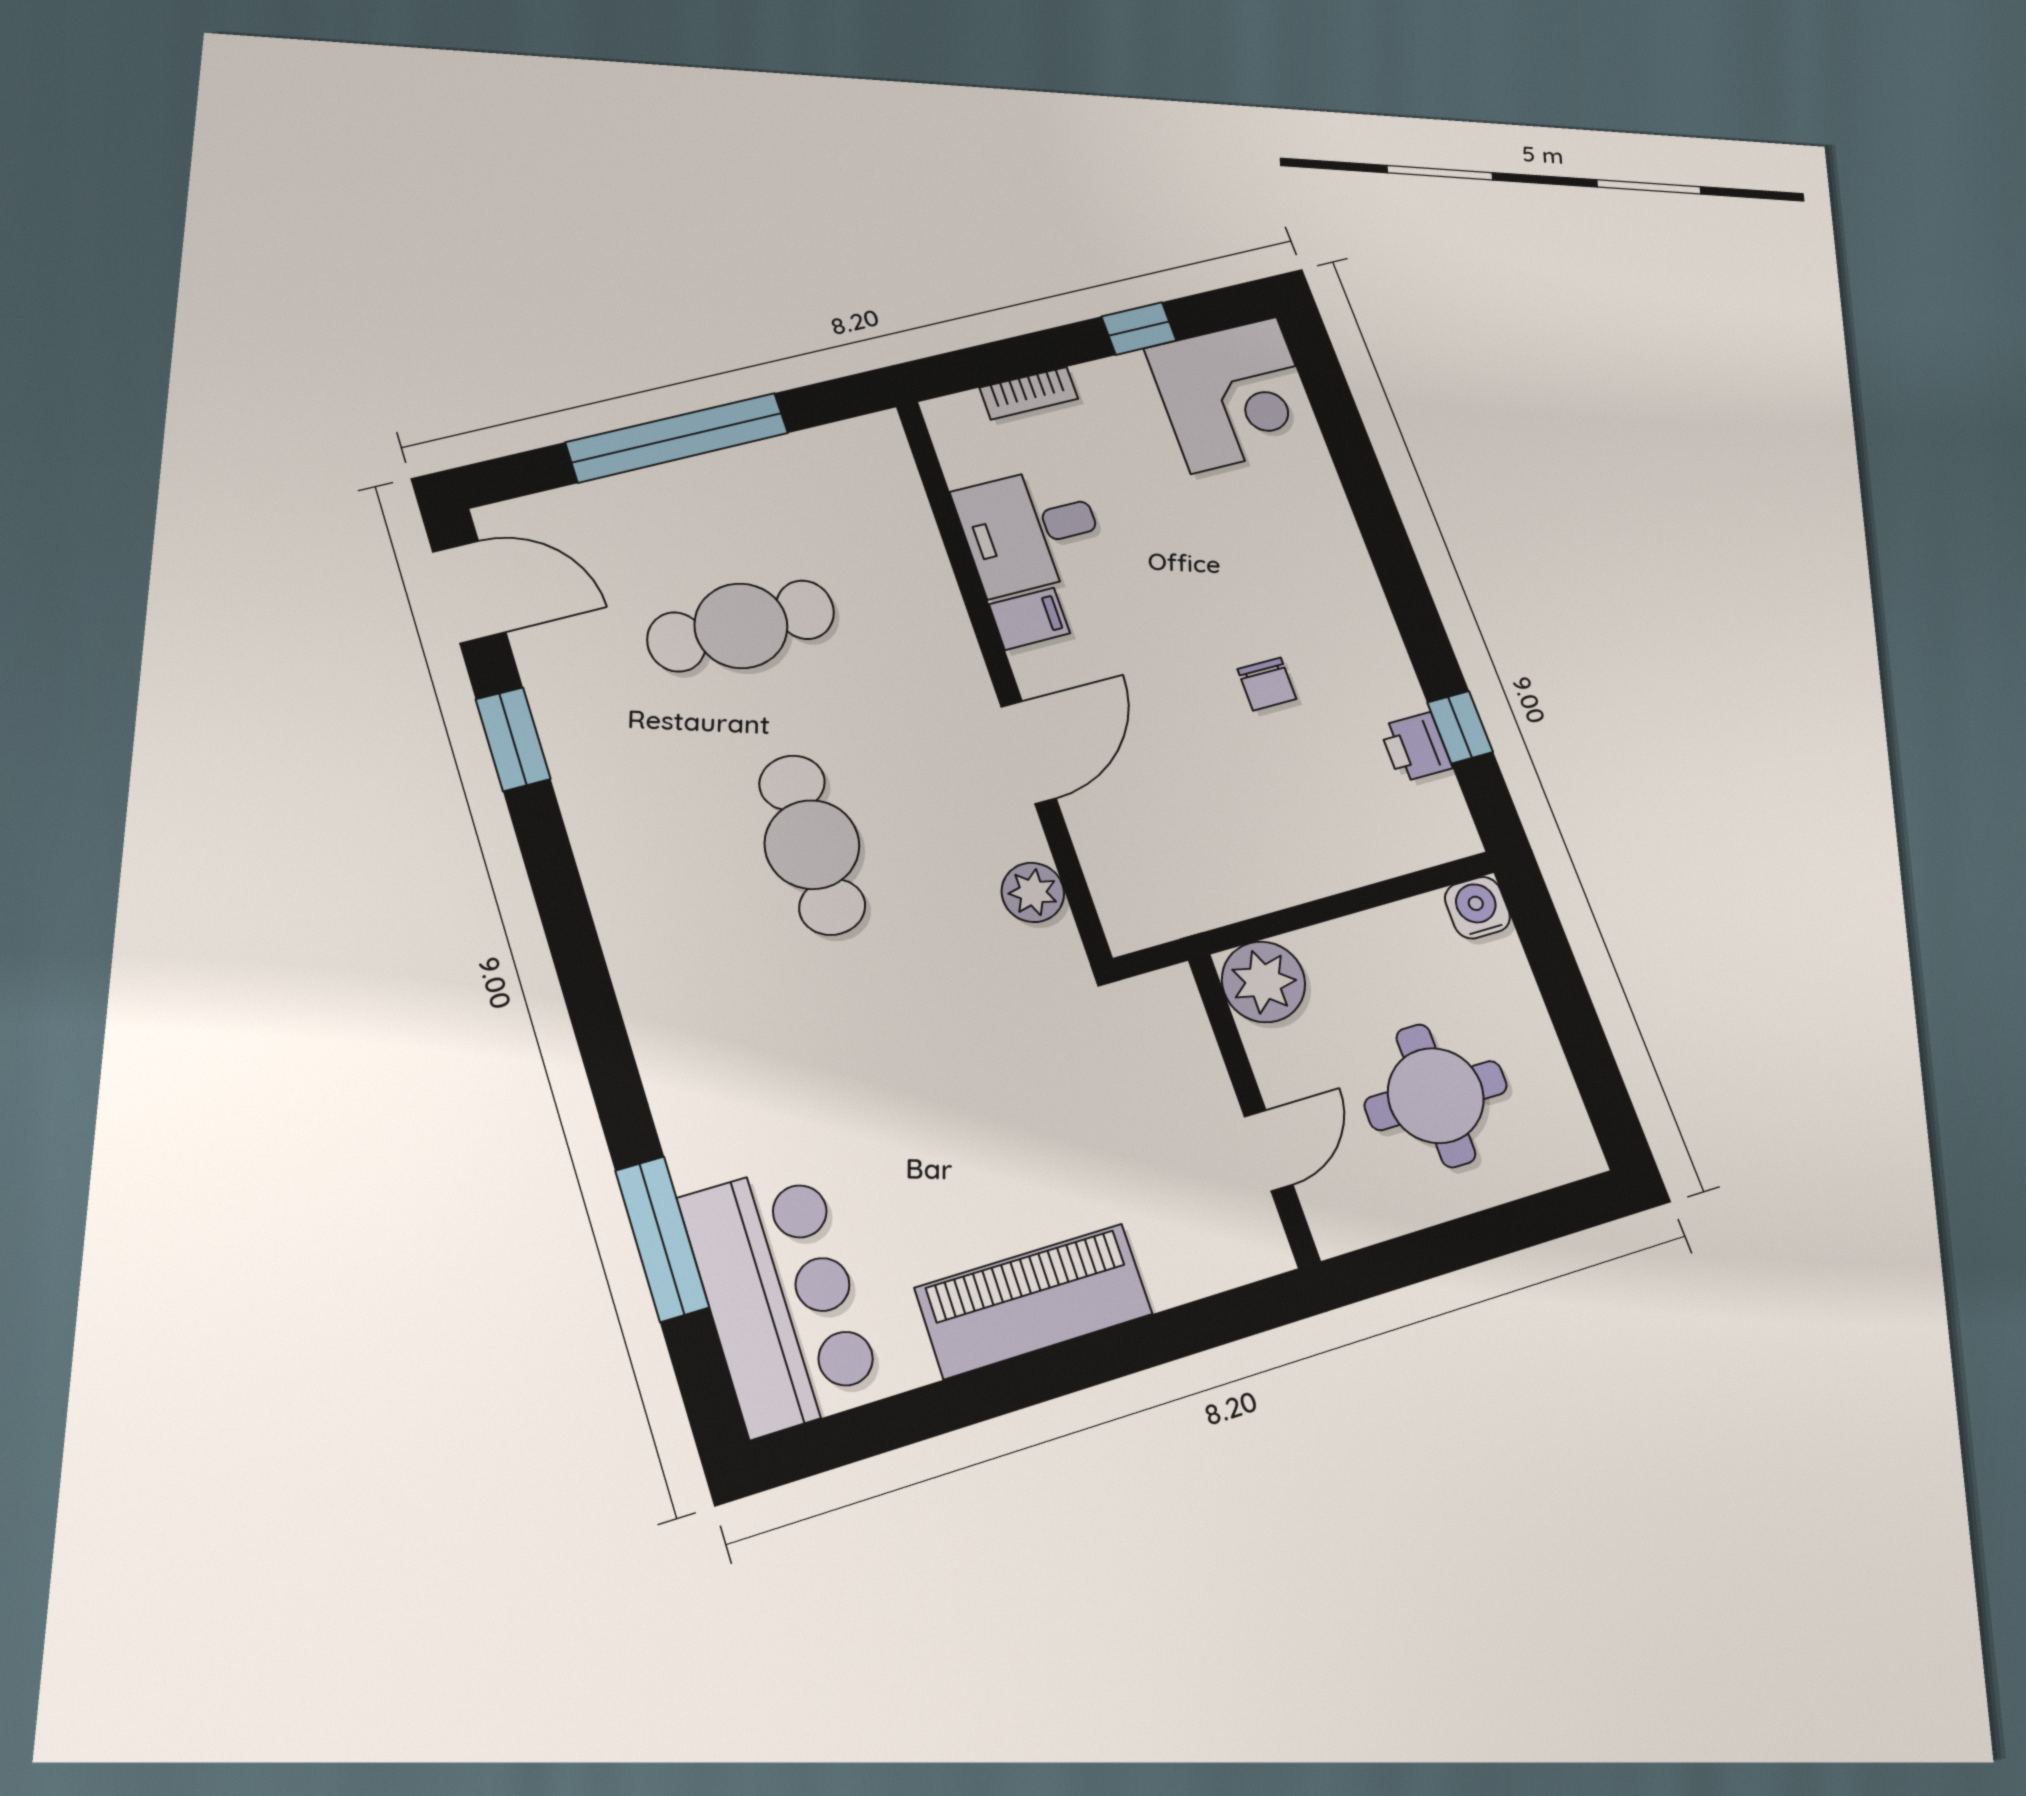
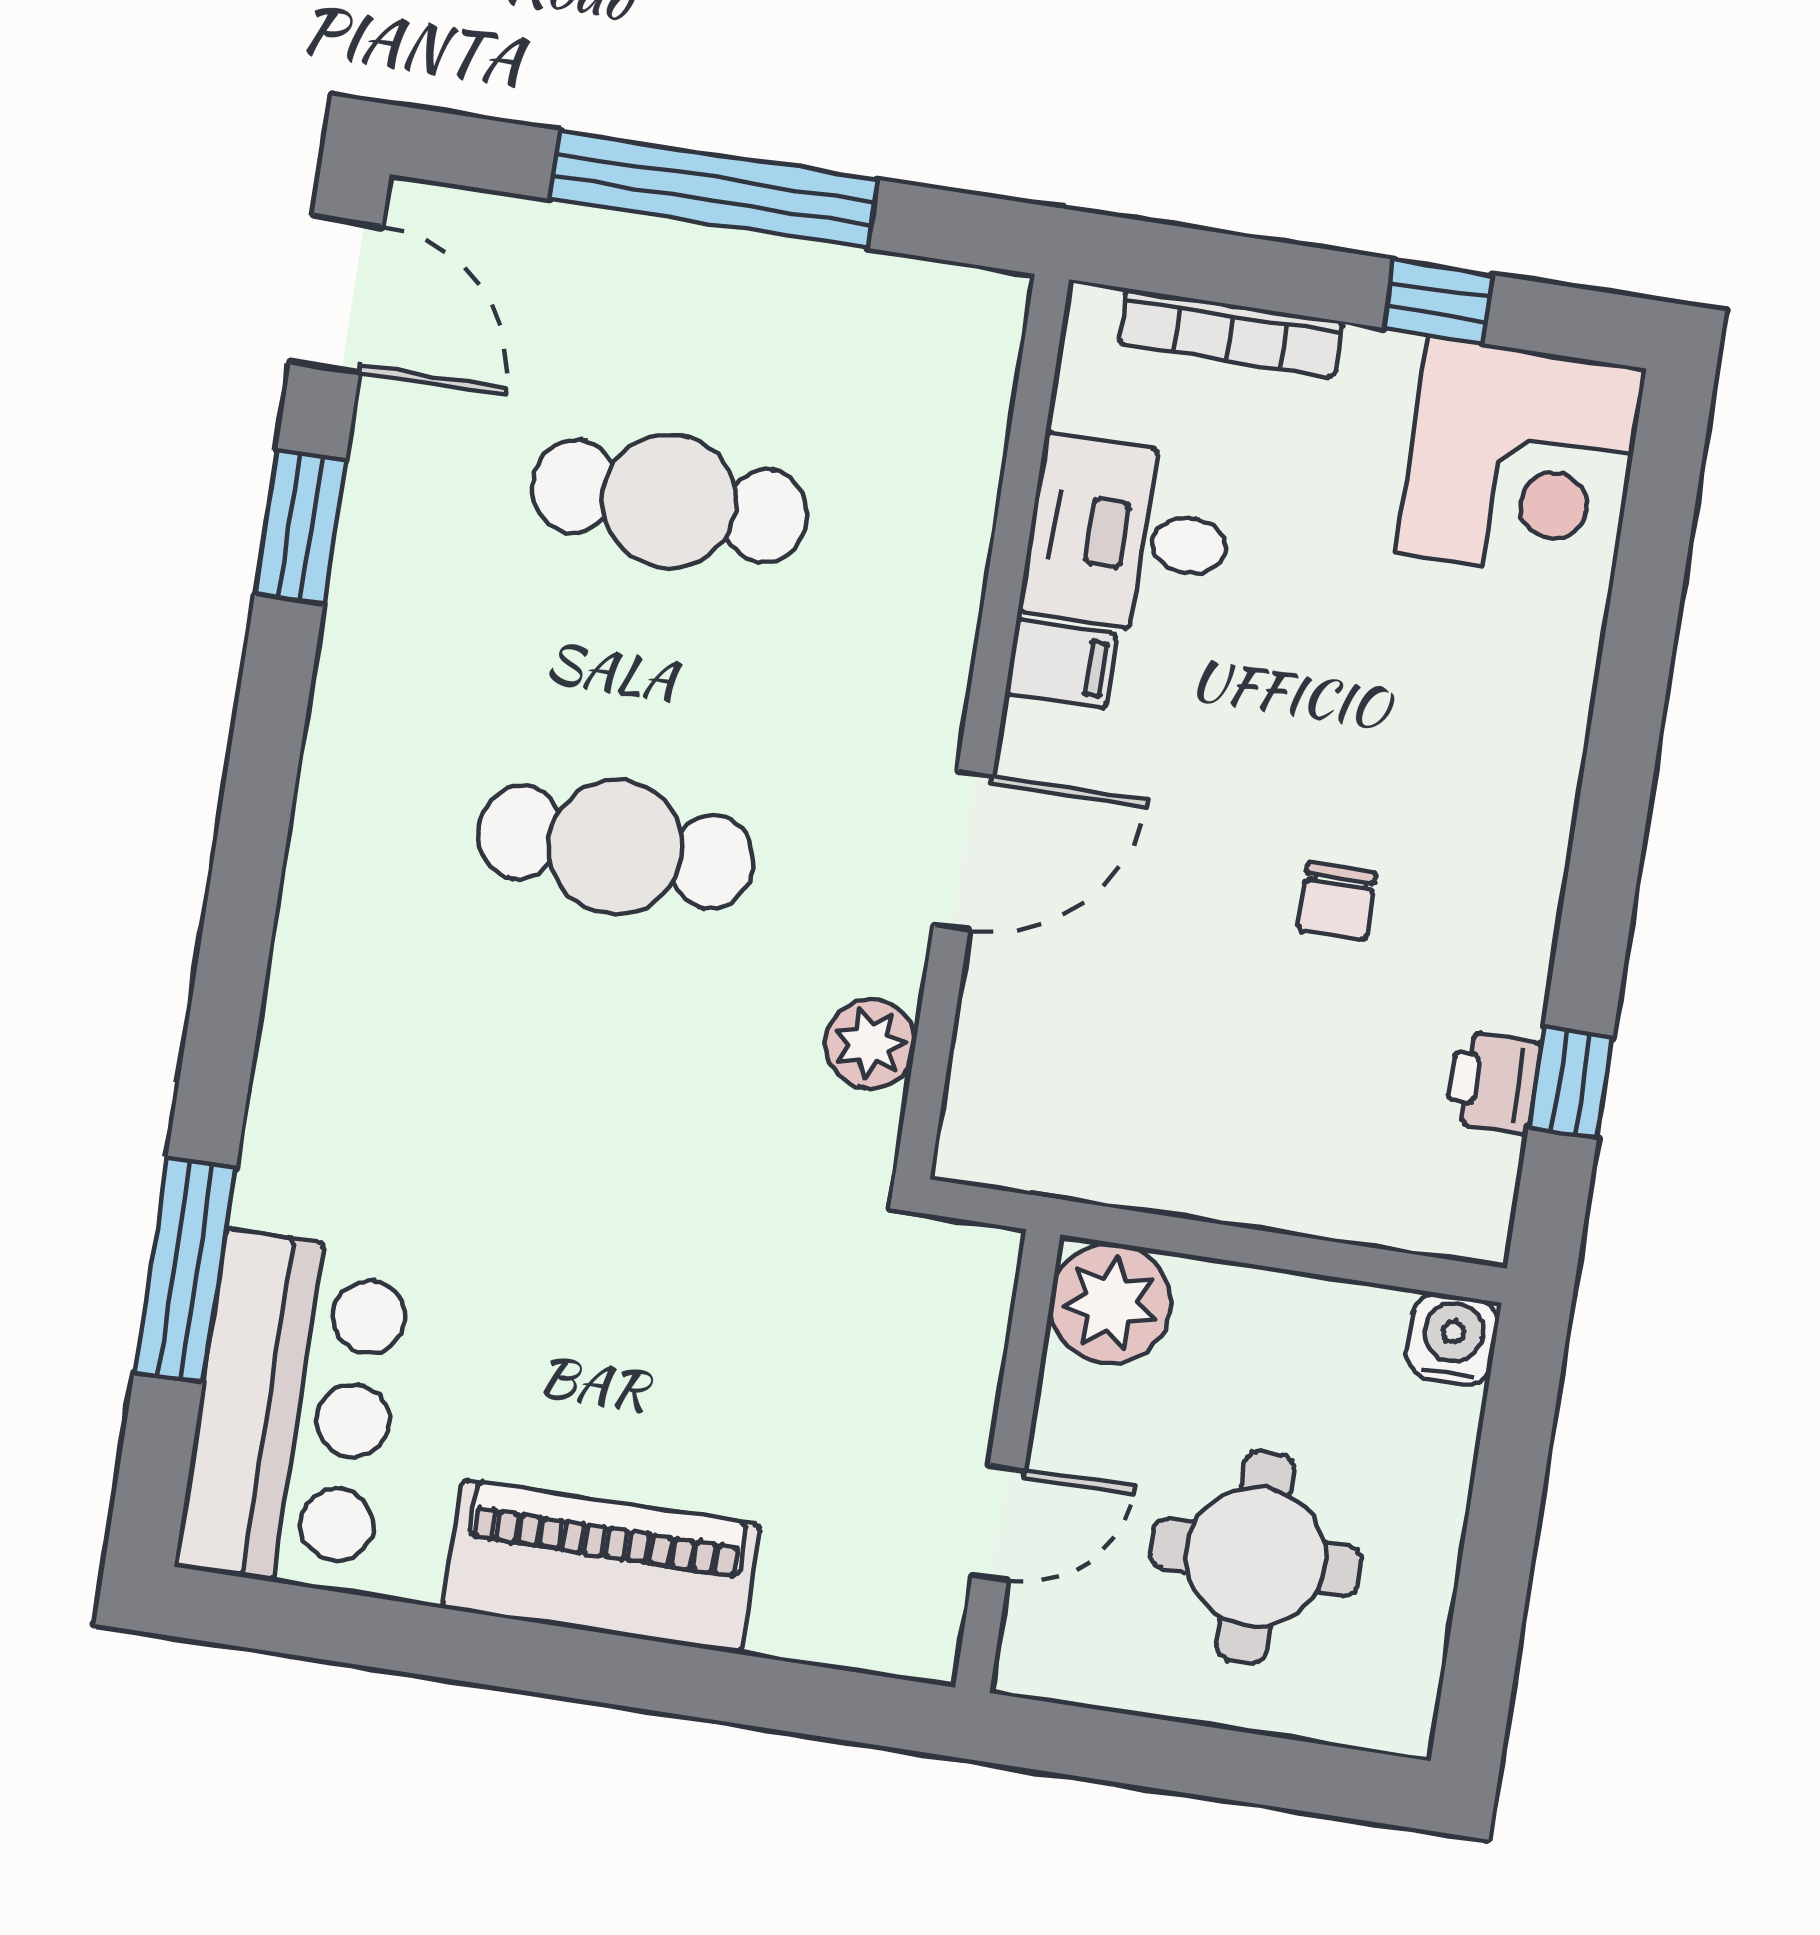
bookcase: (1029, 393) -> (1231, 333), width x1.56
cafe table: (812, 845) -> (616, 847), turned 90

